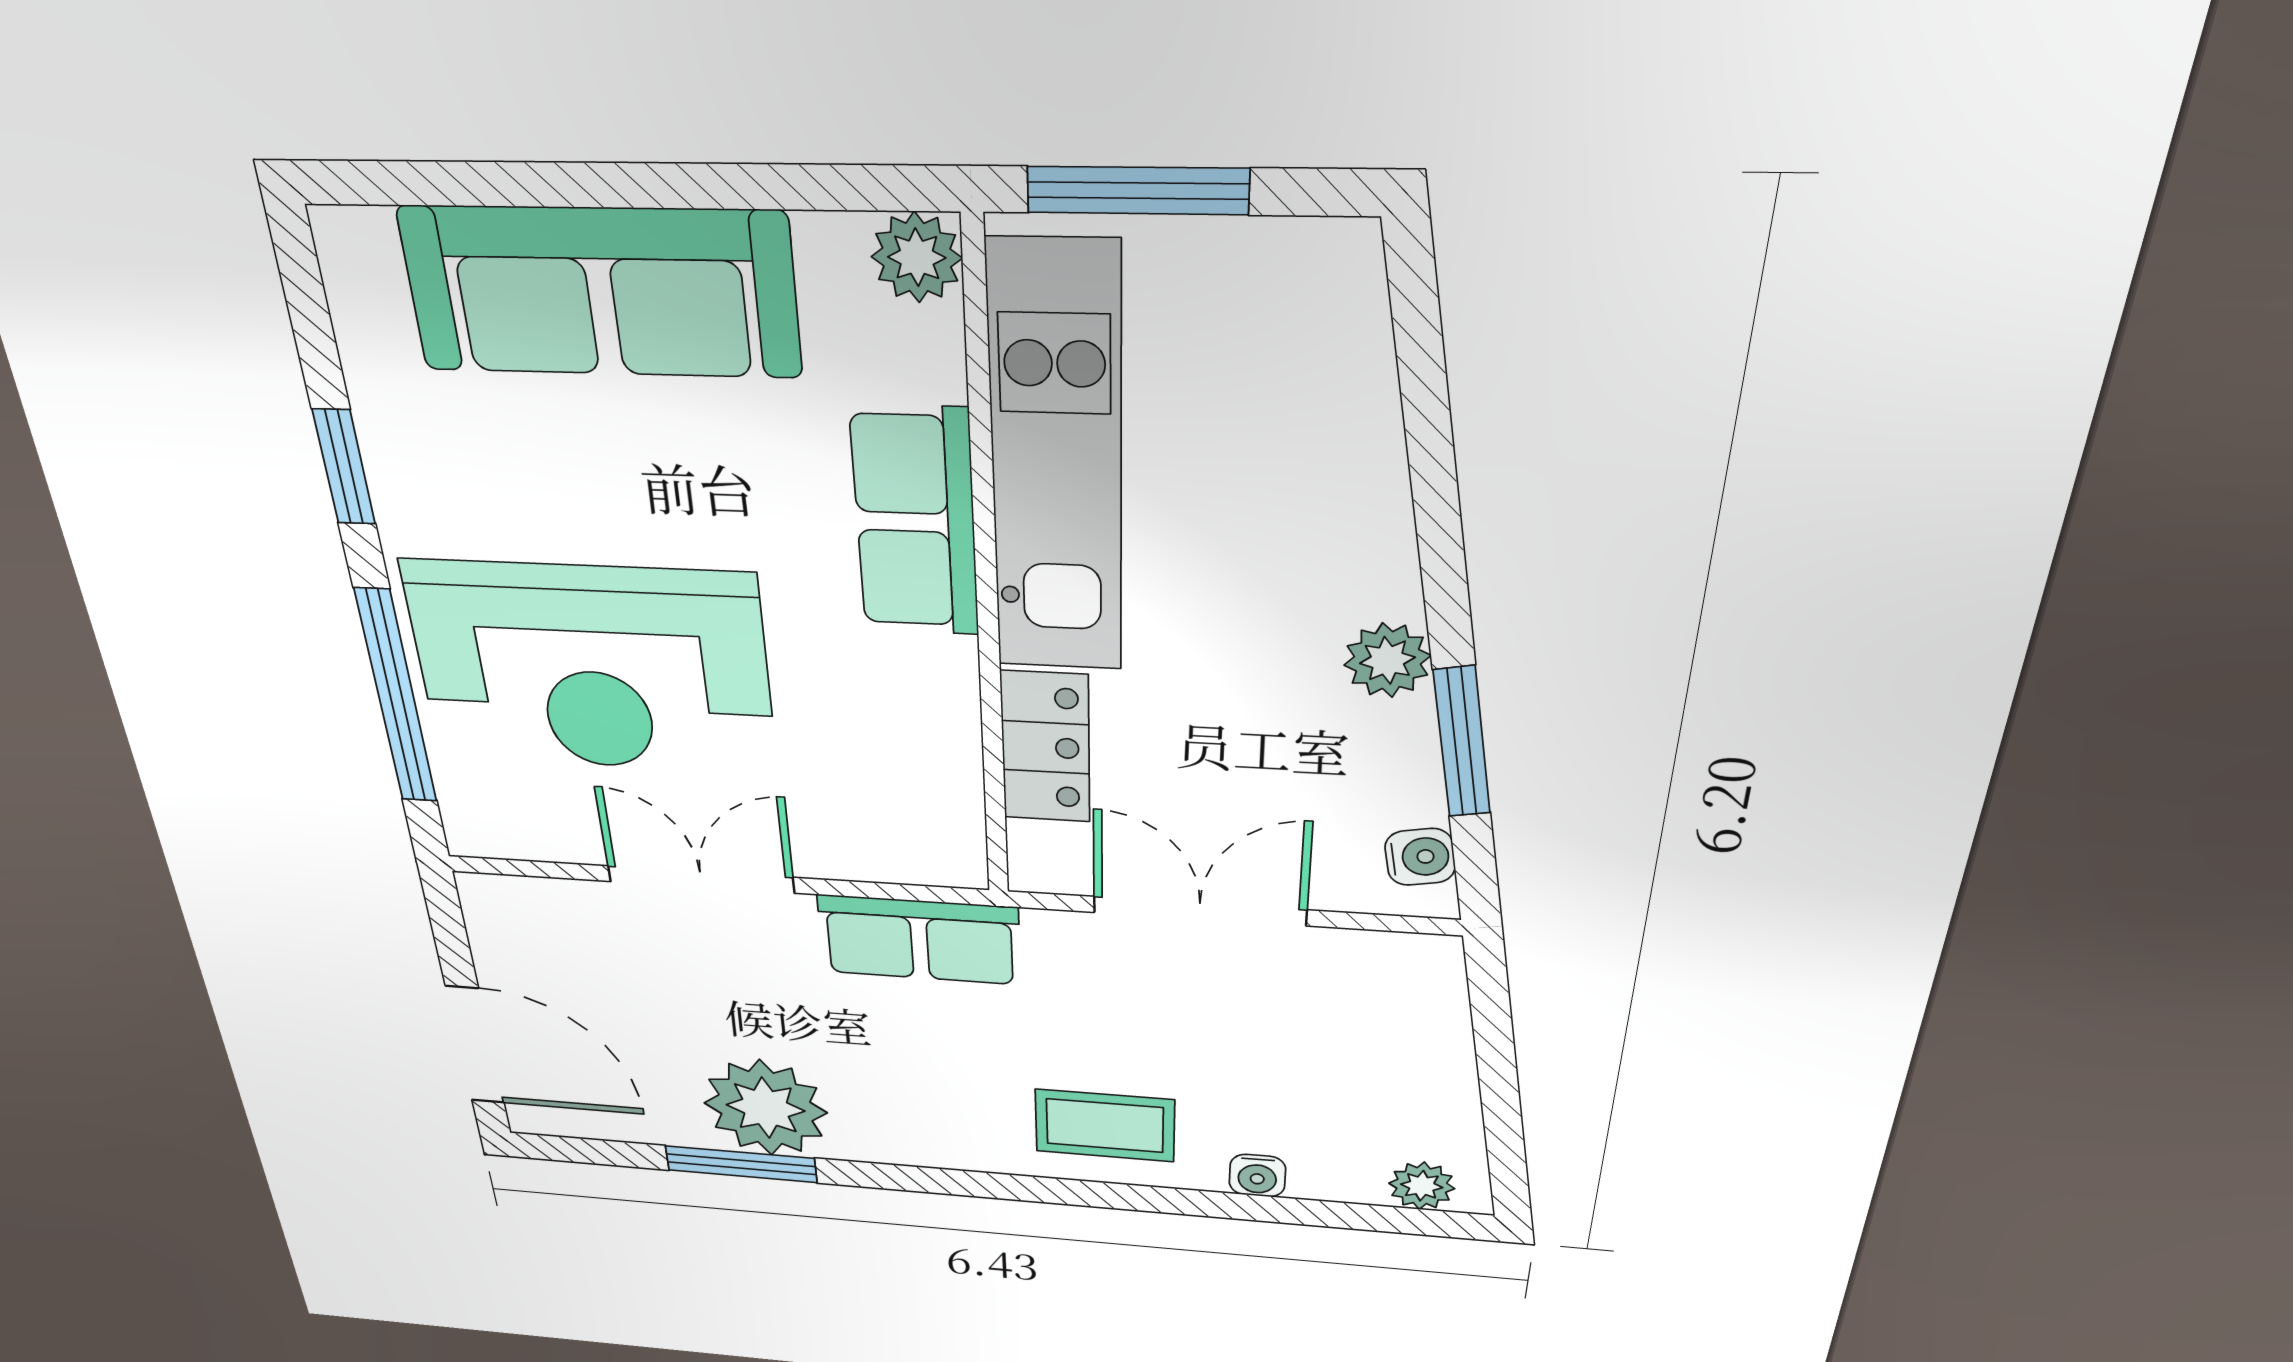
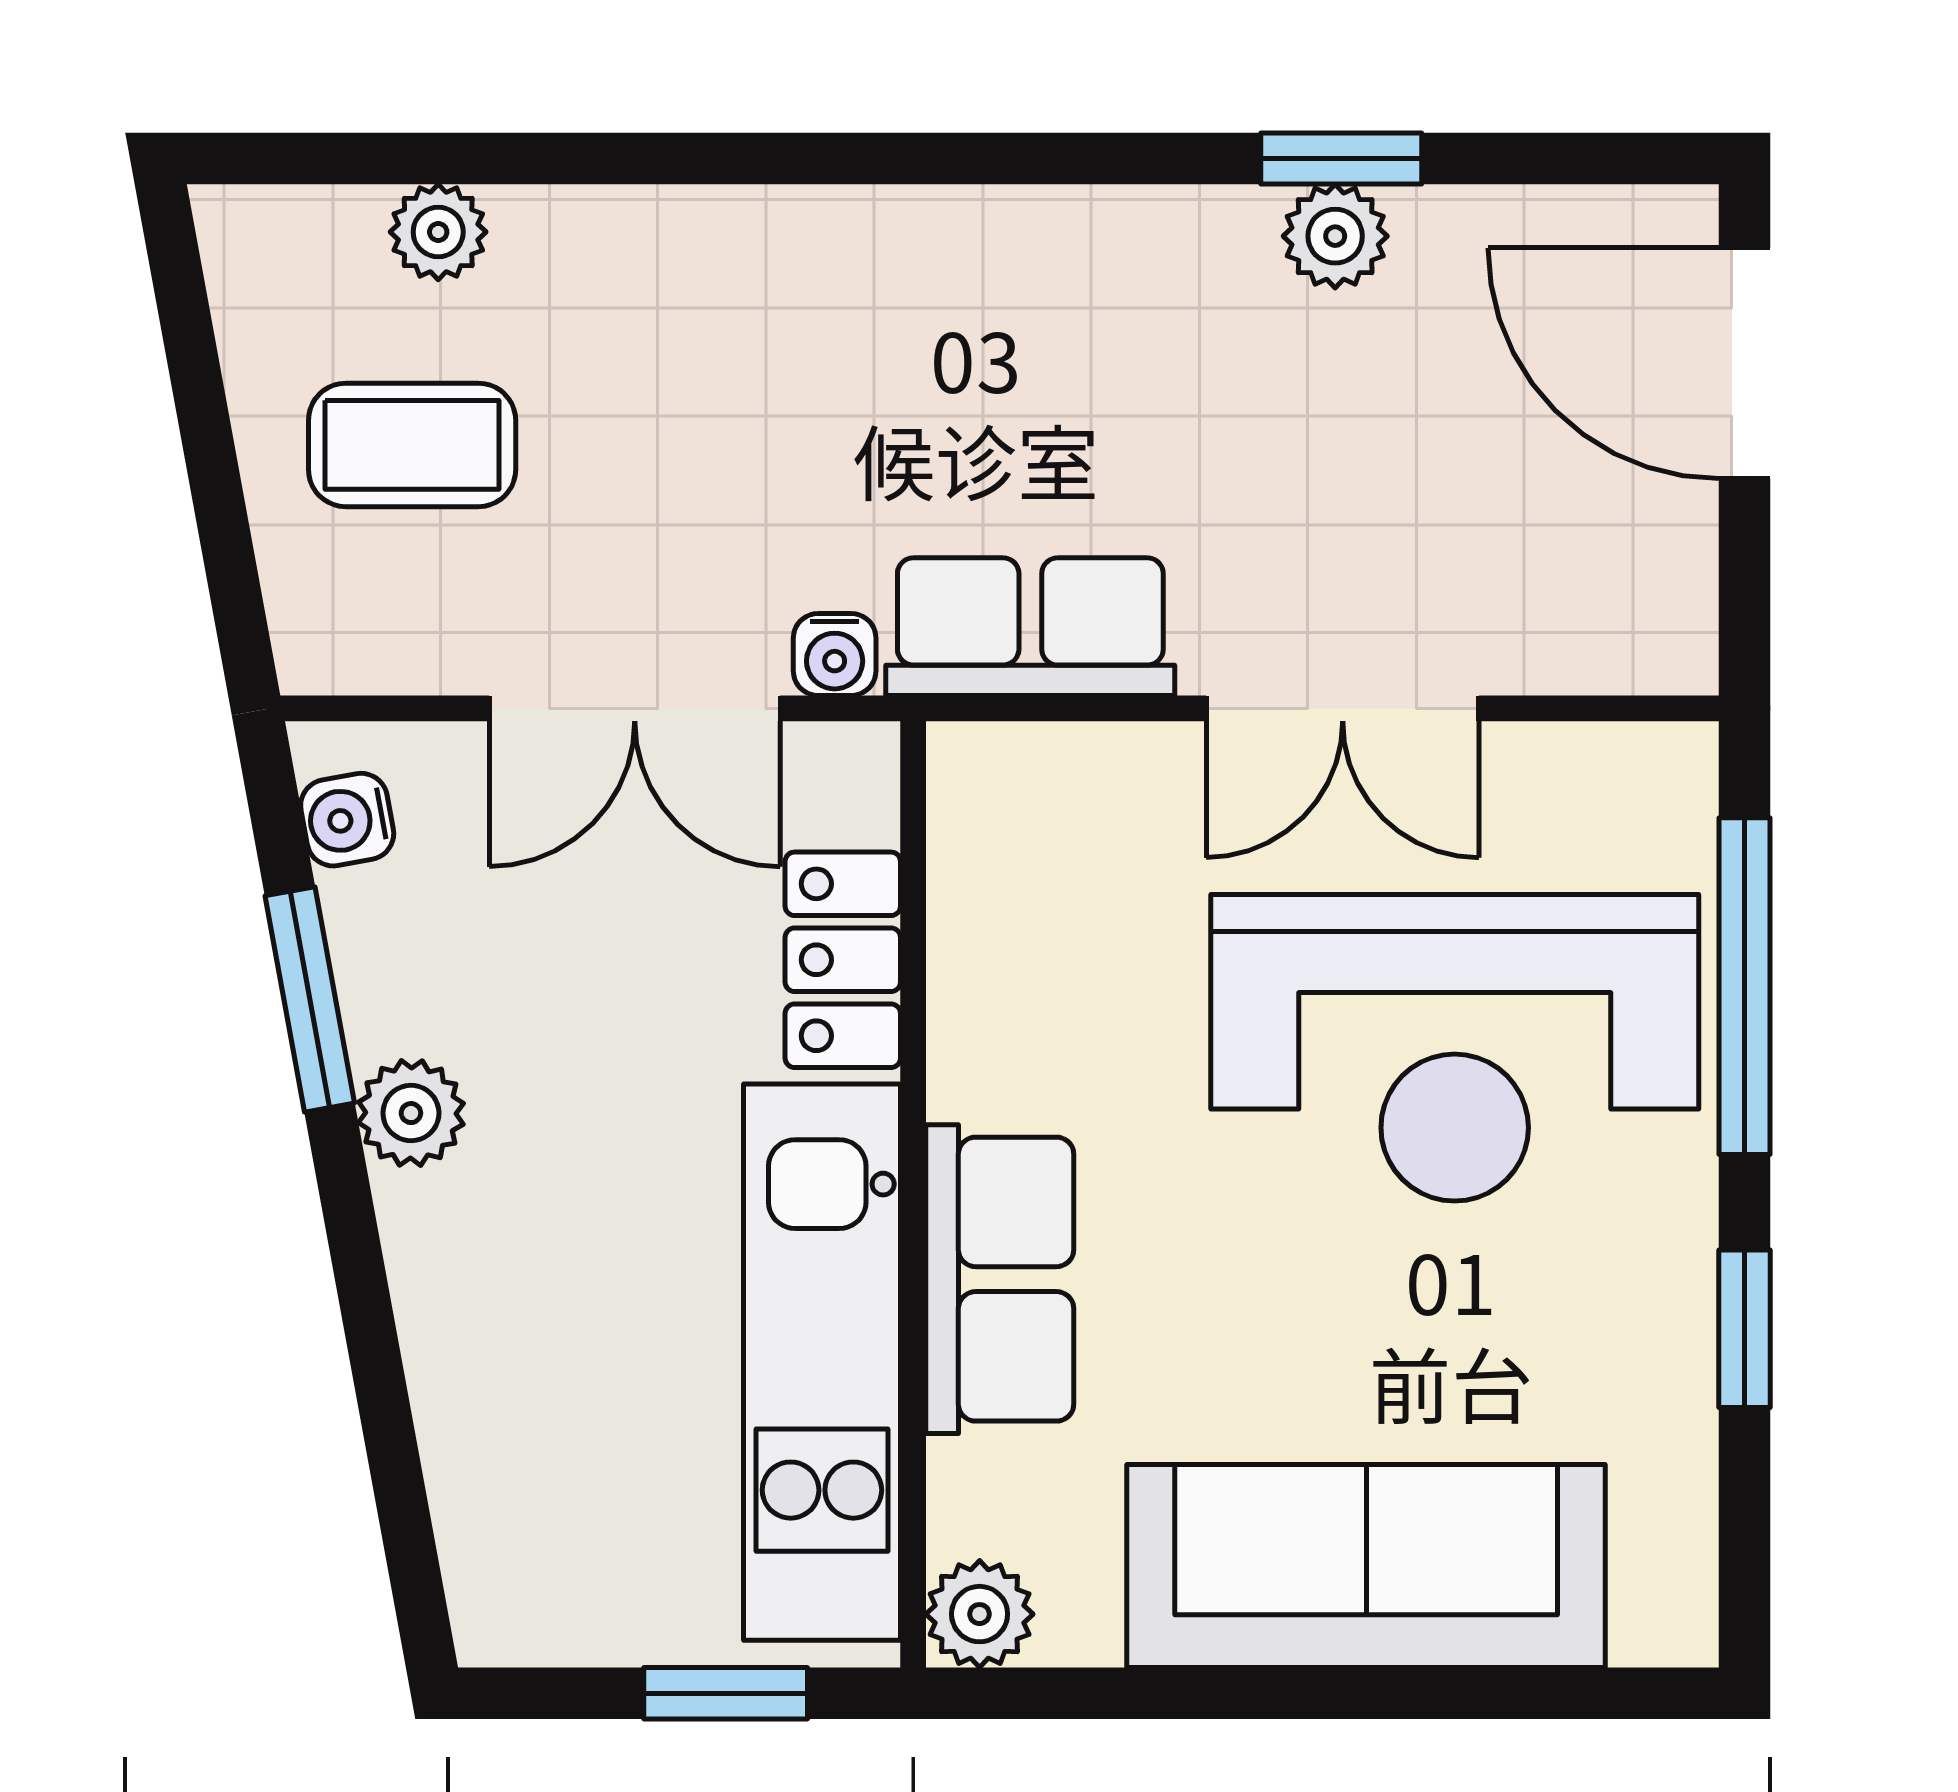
window: (1138, 191) -> (726, 1693), width x0.67
reception desk: (591, 668) -> (1455, 1048), turned 180
plant: (766, 1108) -> (1335, 236), width x0.53, depth x0.53
coffee table: (1105, 1126) -> (412, 445), moved
window: (741, 1164) -> (1341, 158), width x0.67
water cooler: (1257, 1176) -> (835, 654), moved, turned 180
plant: (1422, 1186) -> (438, 232), moved

